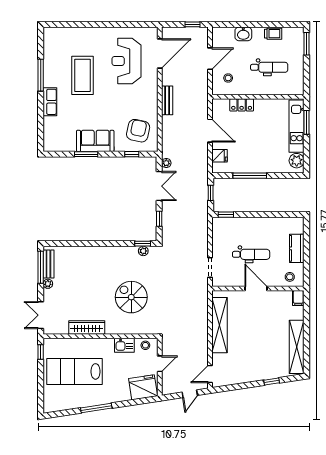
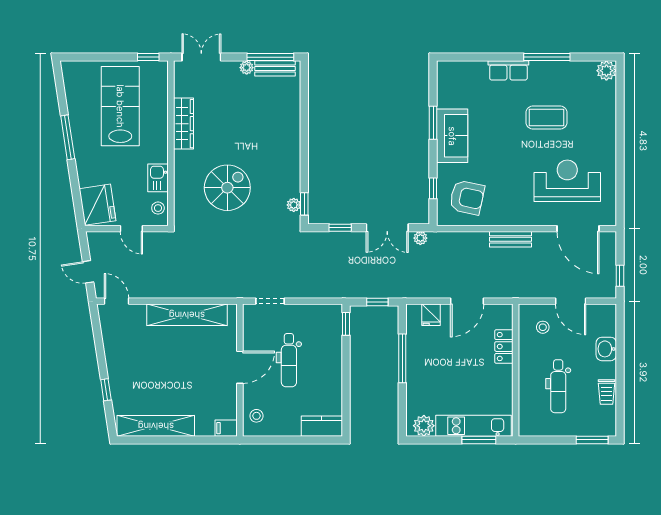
plant: (50, 34) -> (606, 71), added
coffee table: (82, 75) -> (546, 117), width x0.73, depth x0.76
kitchen counter: (297, 248) -> (322, 426), moved

